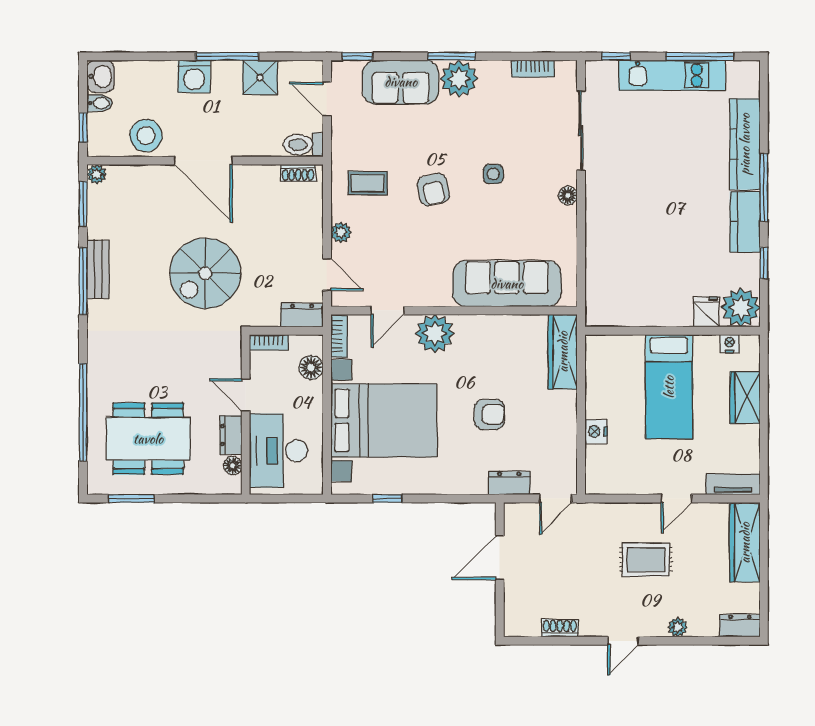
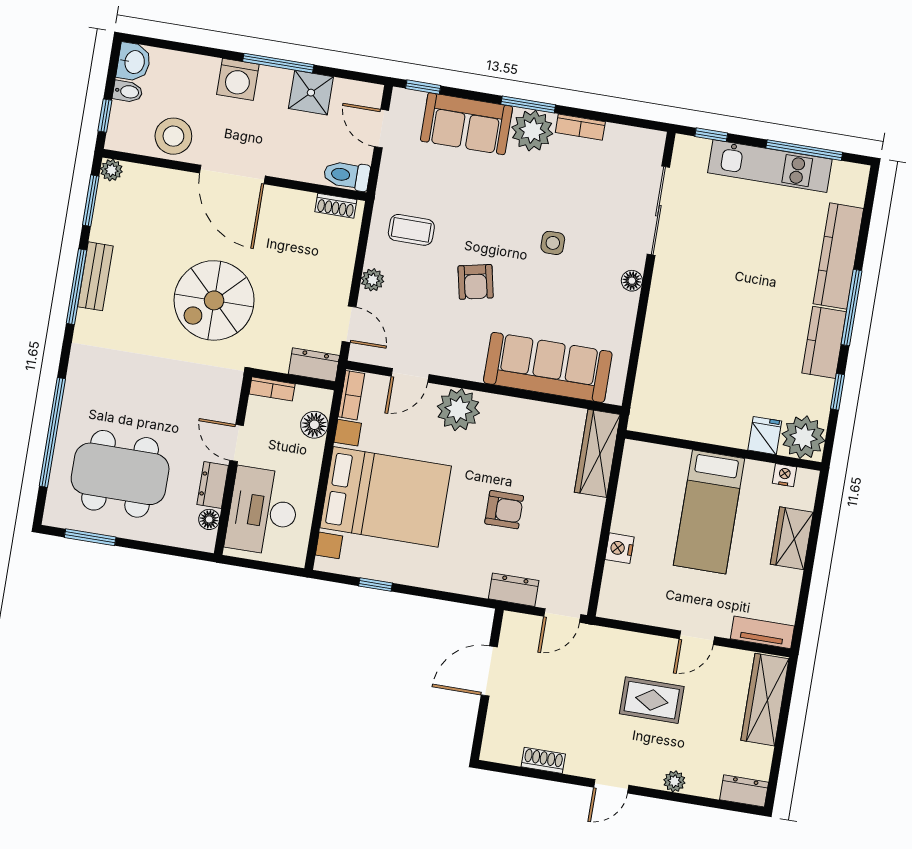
bookcase: (533, 69) -> (580, 127), moved
armchair: (433, 189) -> (476, 282), moved

